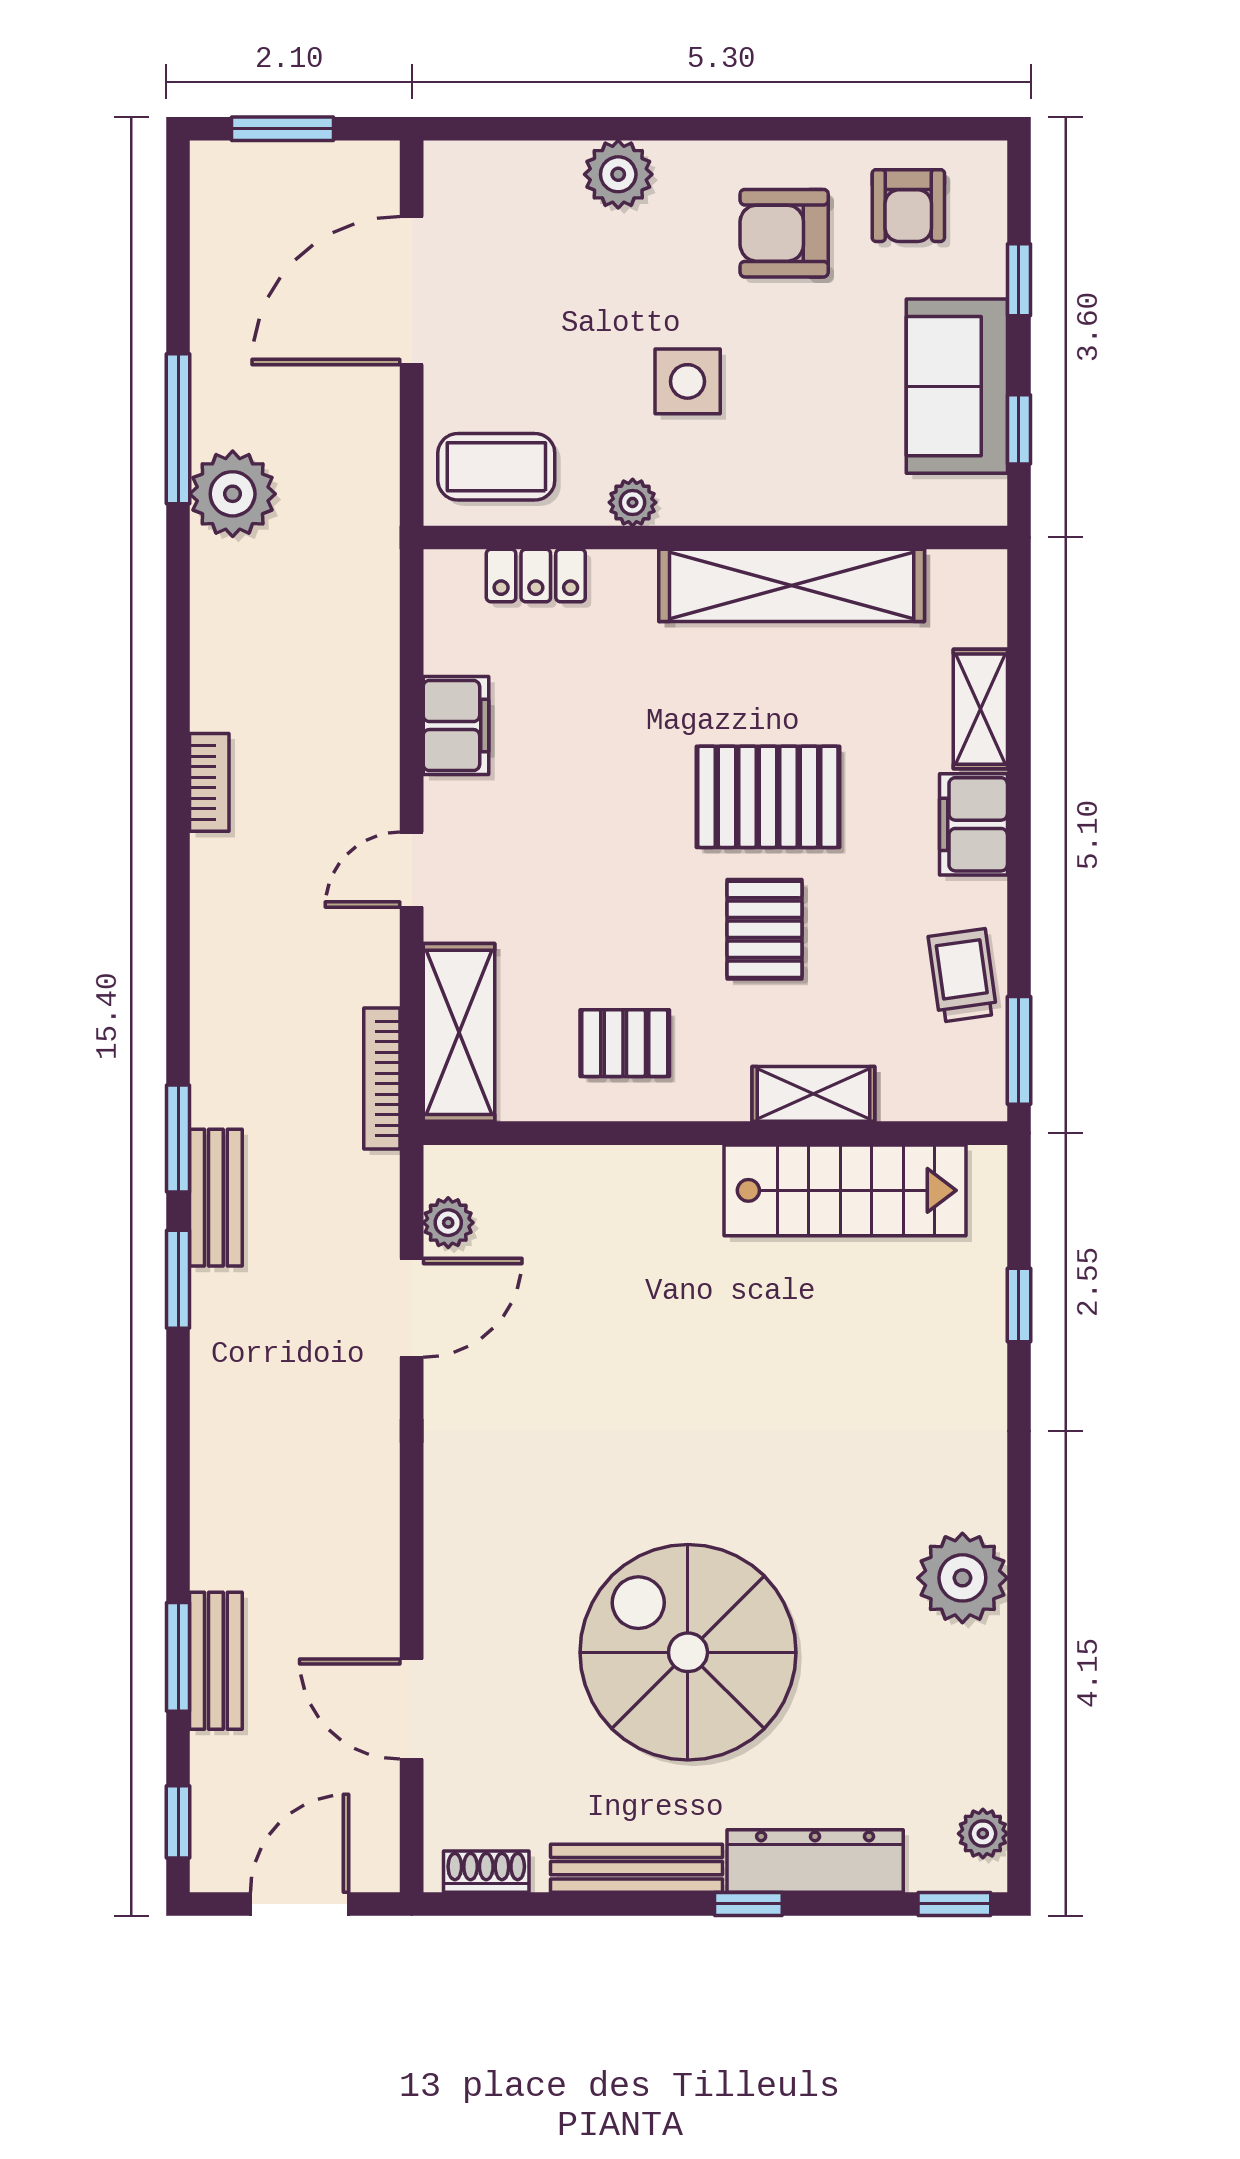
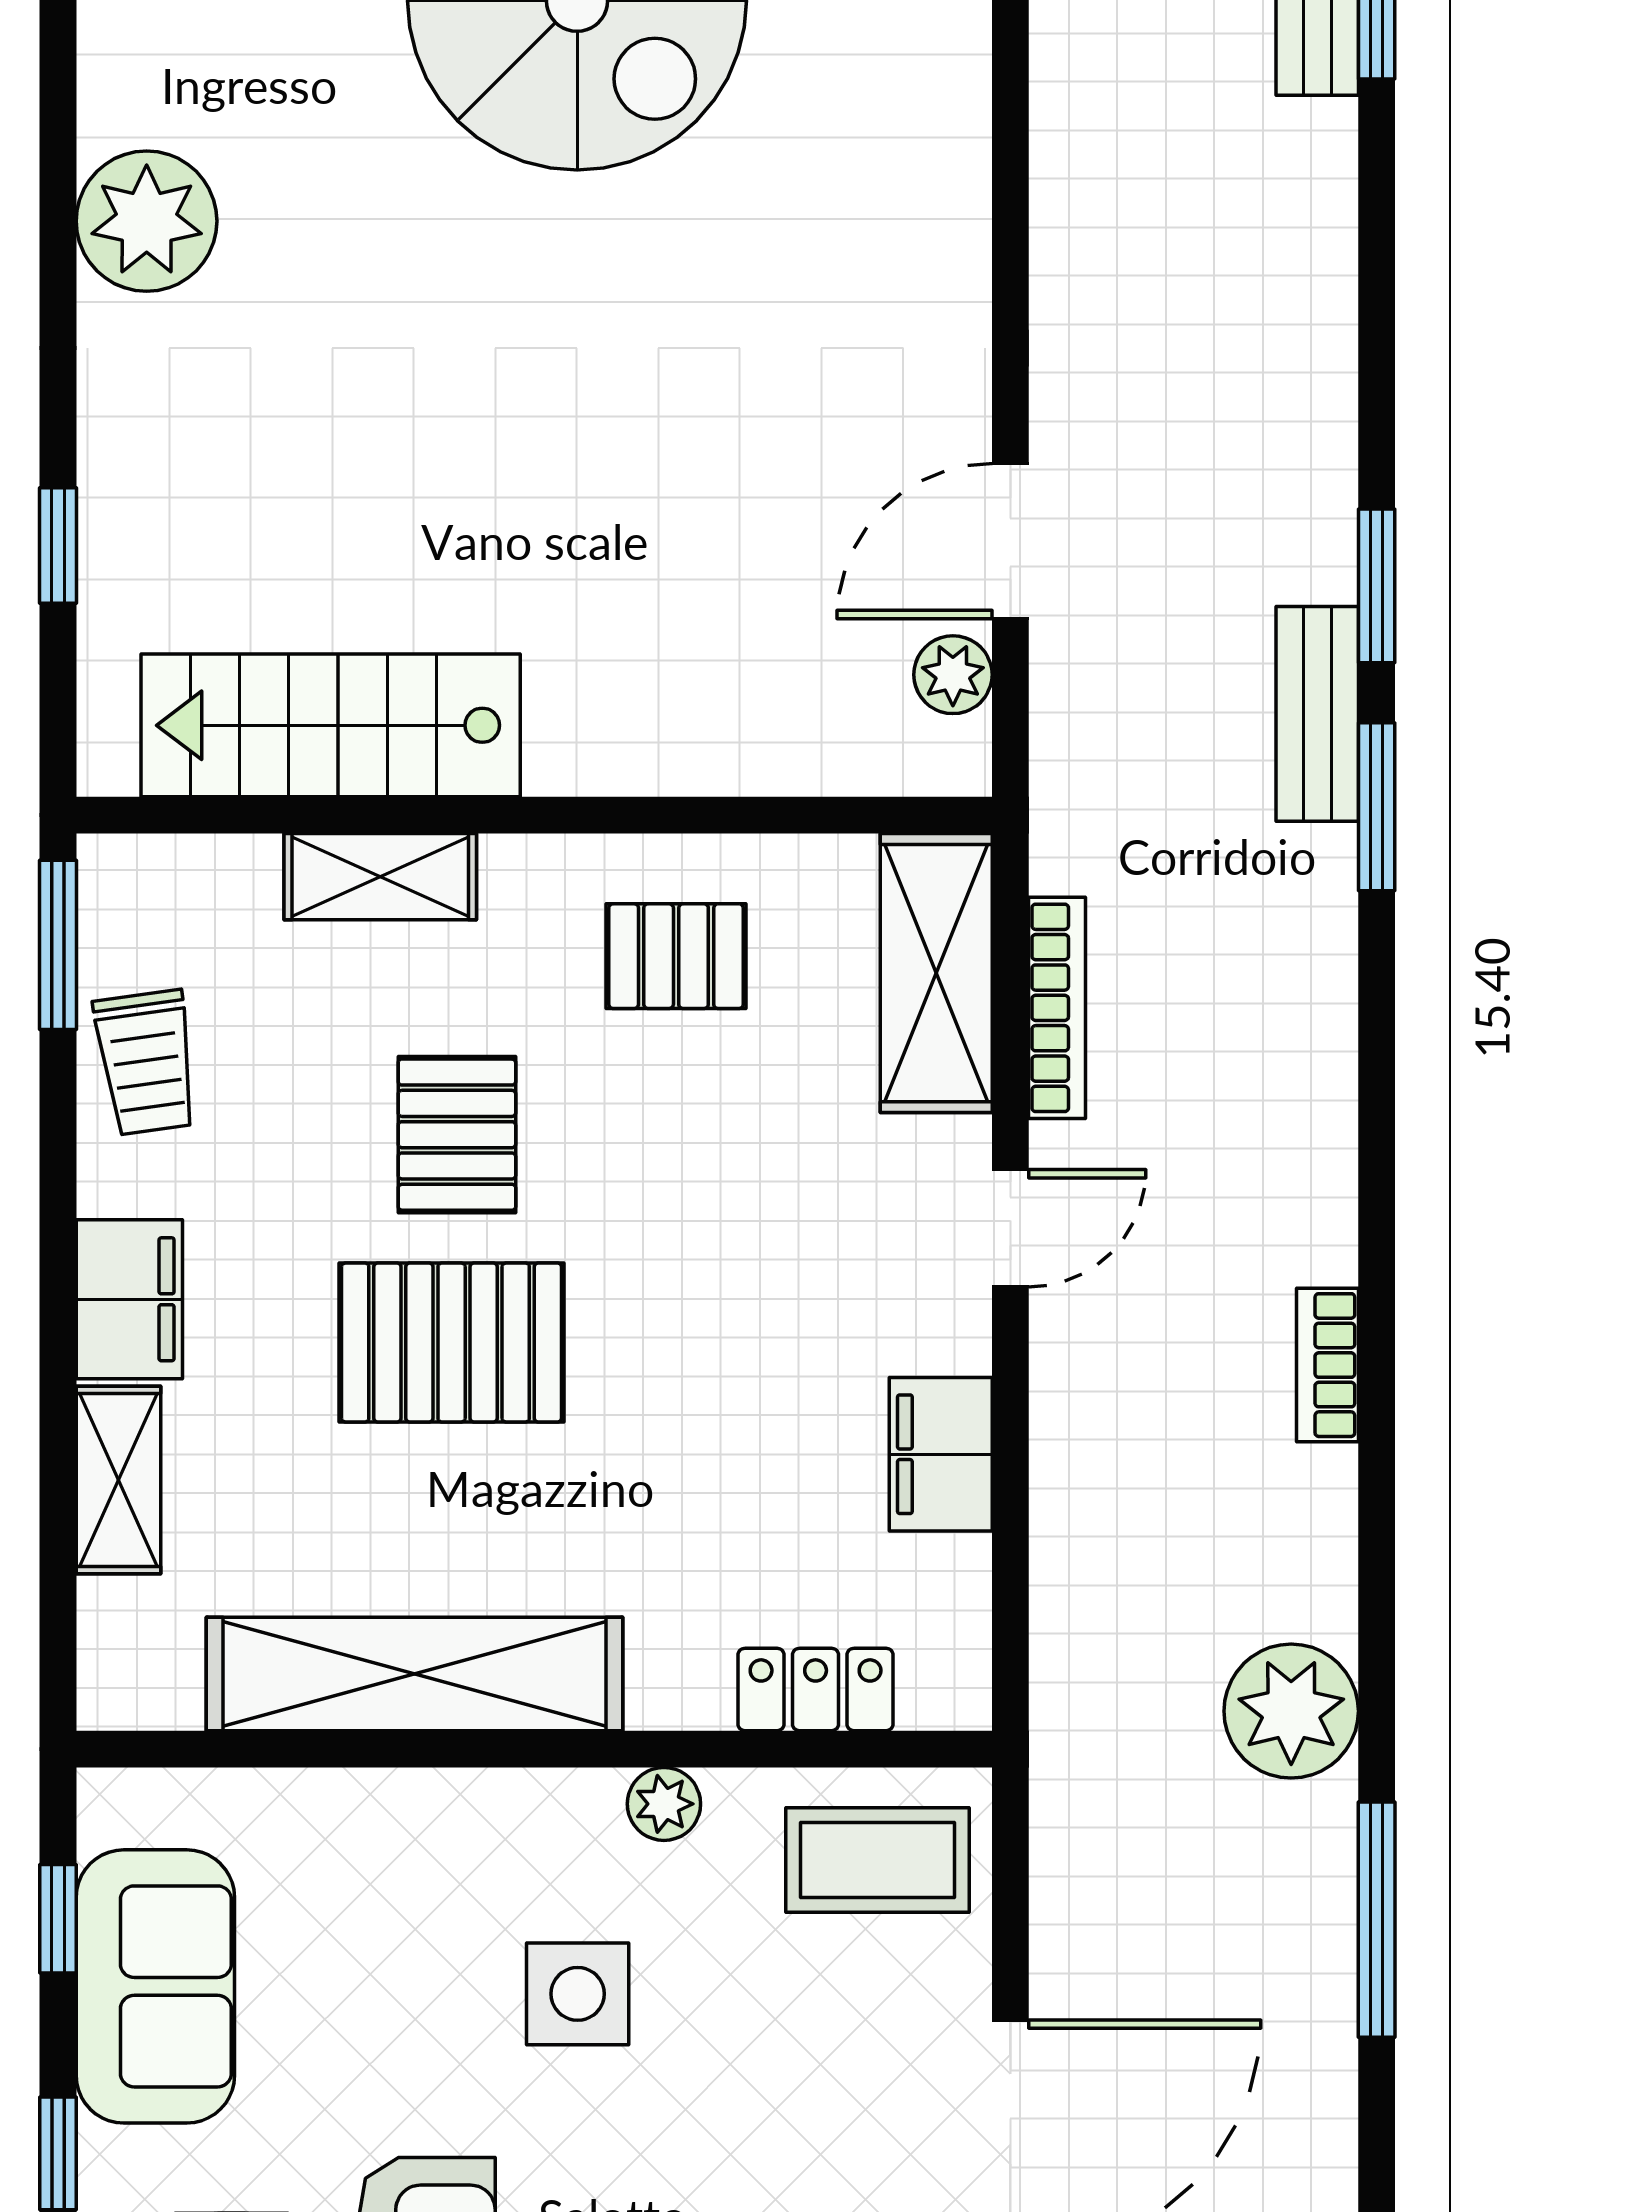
plant: (233, 494) -> (1291, 1711), moved
bookcase: (382, 1078) -> (1057, 1008), moved
plant: (962, 1578) -> (147, 221), moved

